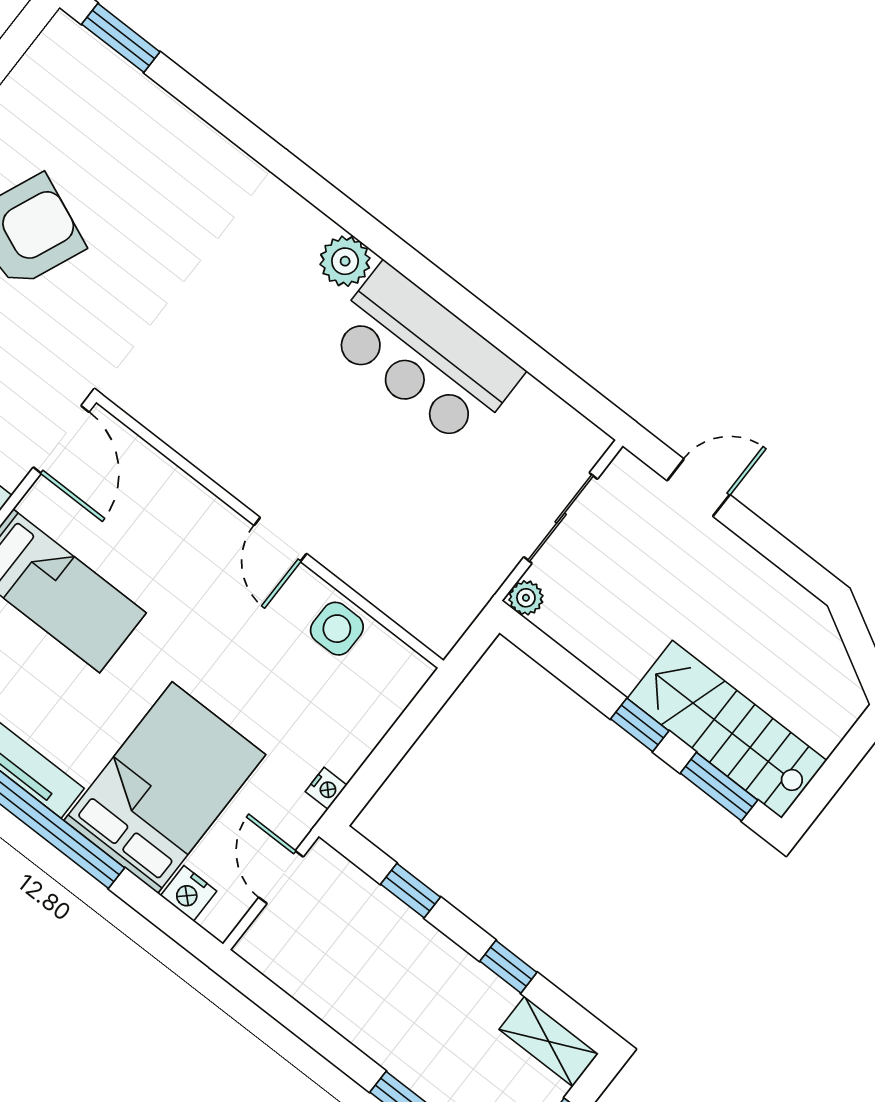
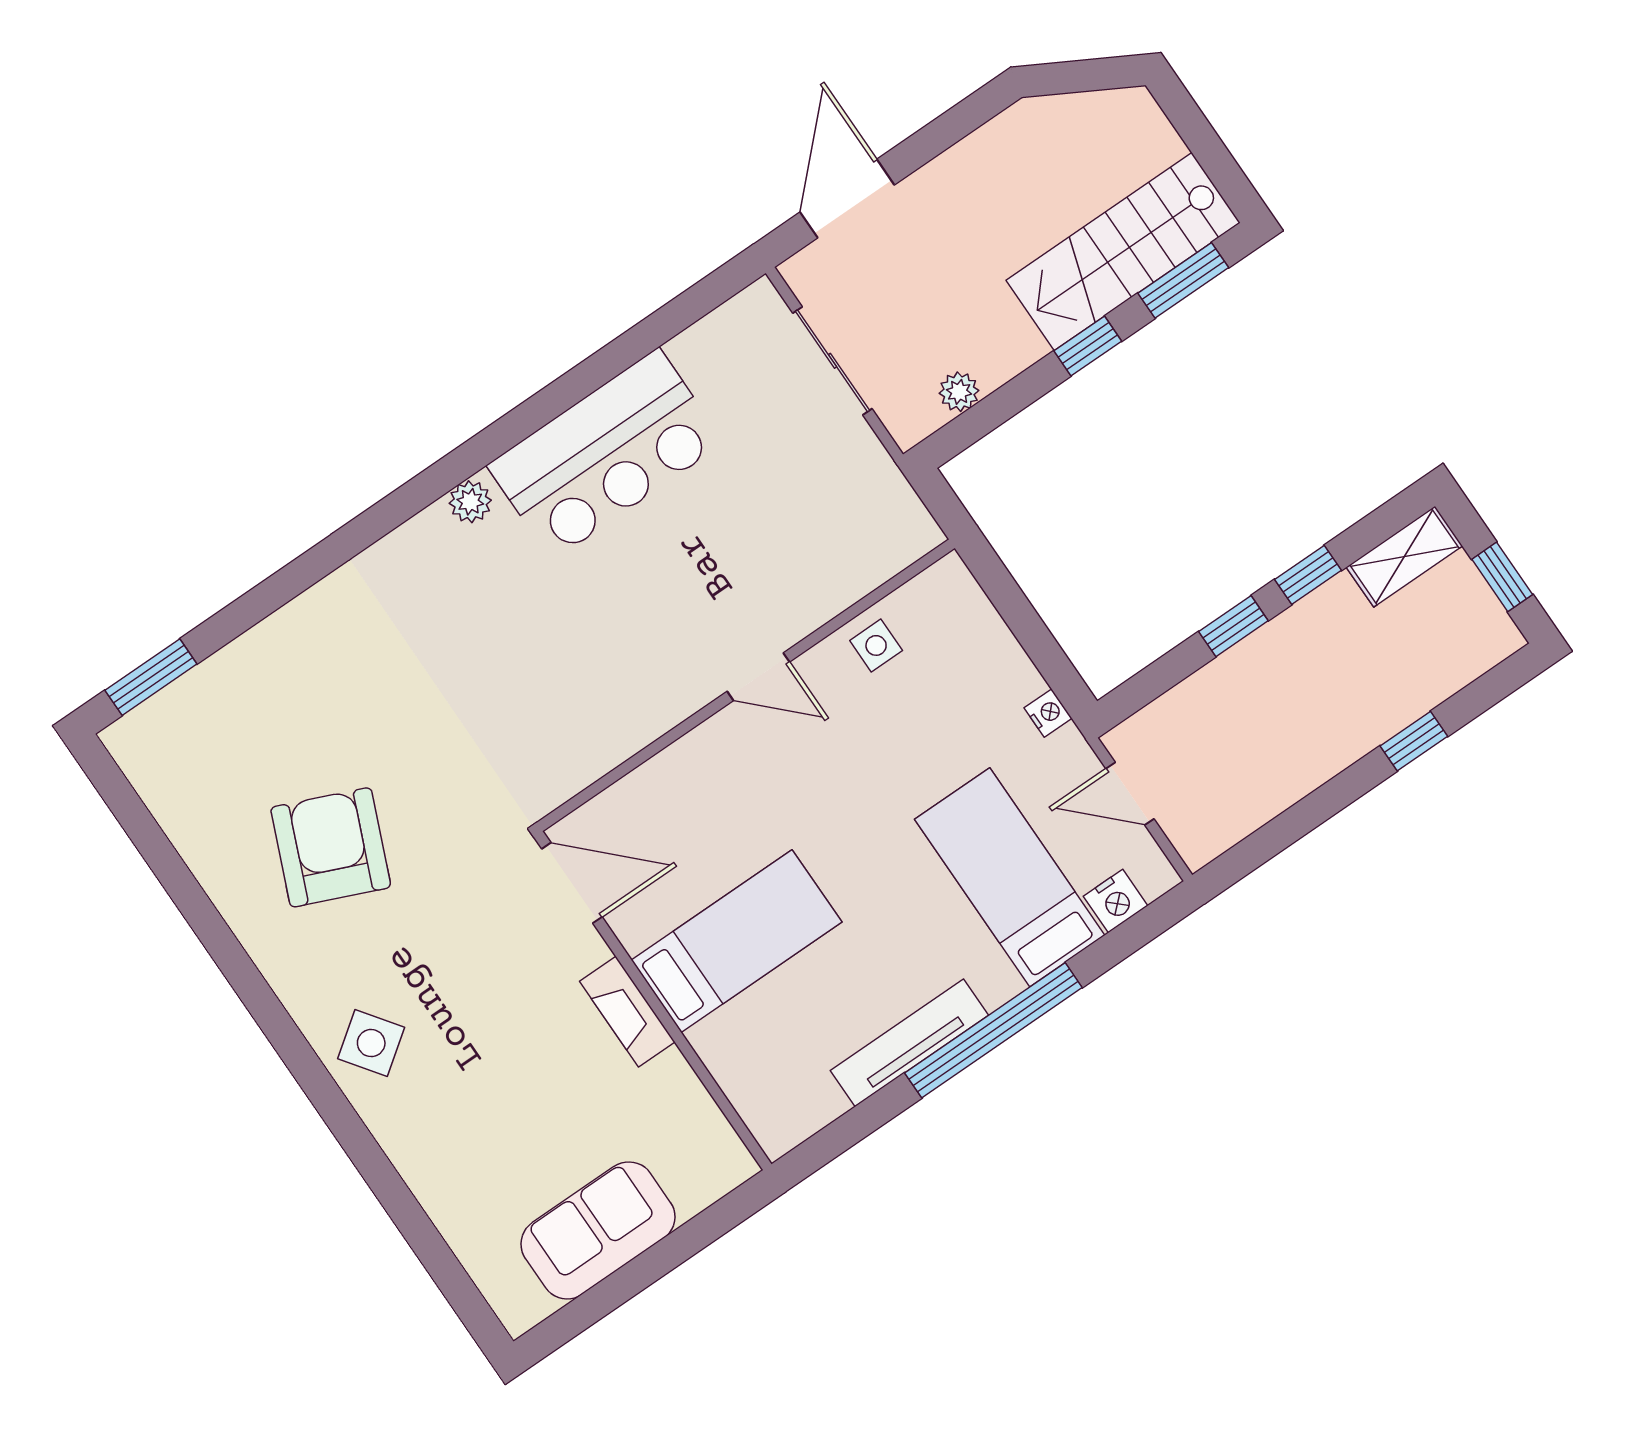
plant: (345, 261) -> (470, 502), width x0.73, depth x0.73
door: (698, 488) -> (847, 199), width x1.38
plant: (526, 598) -> (959, 392), moved
side table: (337, 629) -> (876, 645), width x0.73, depth x0.73
bed: (165, 788) -> (1010, 877), width x0.67
window: (411, 891) -> (1233, 626), moved

